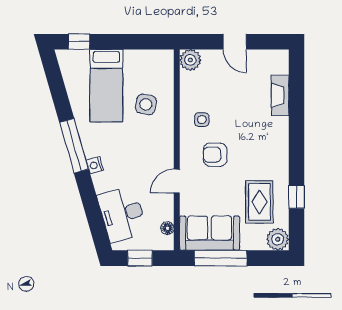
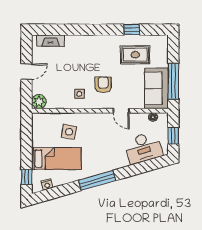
fireplace: (280, 95) -> (51, 41), moved
armchair: (215, 155) -> (103, 85), turned 180
nightstand: (95, 165) -> (47, 185), moved
plant: (278, 239) -> (161, 42), removed

